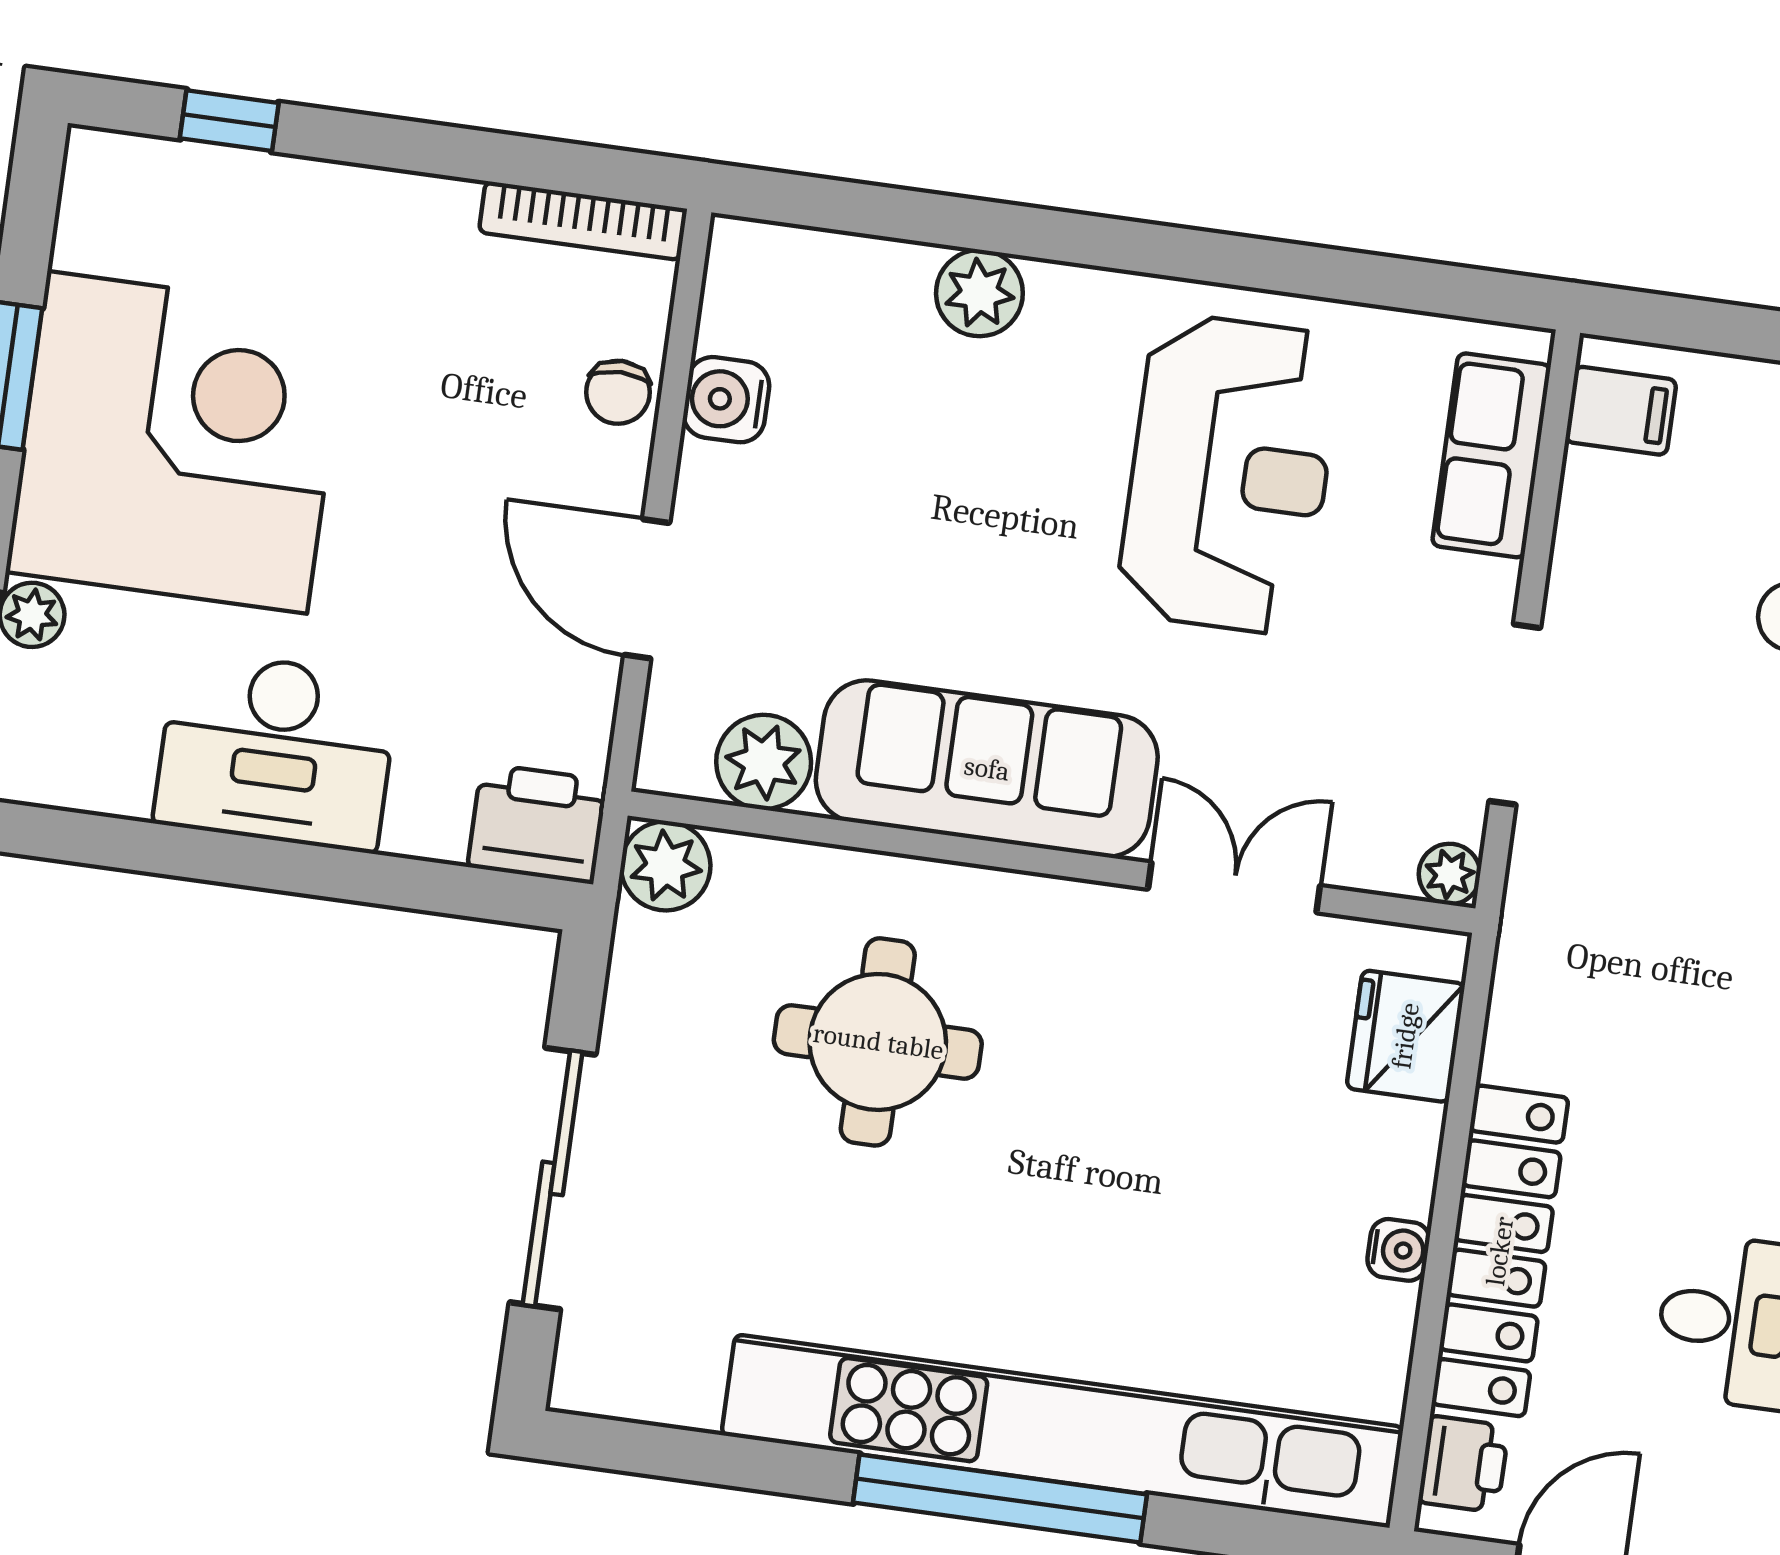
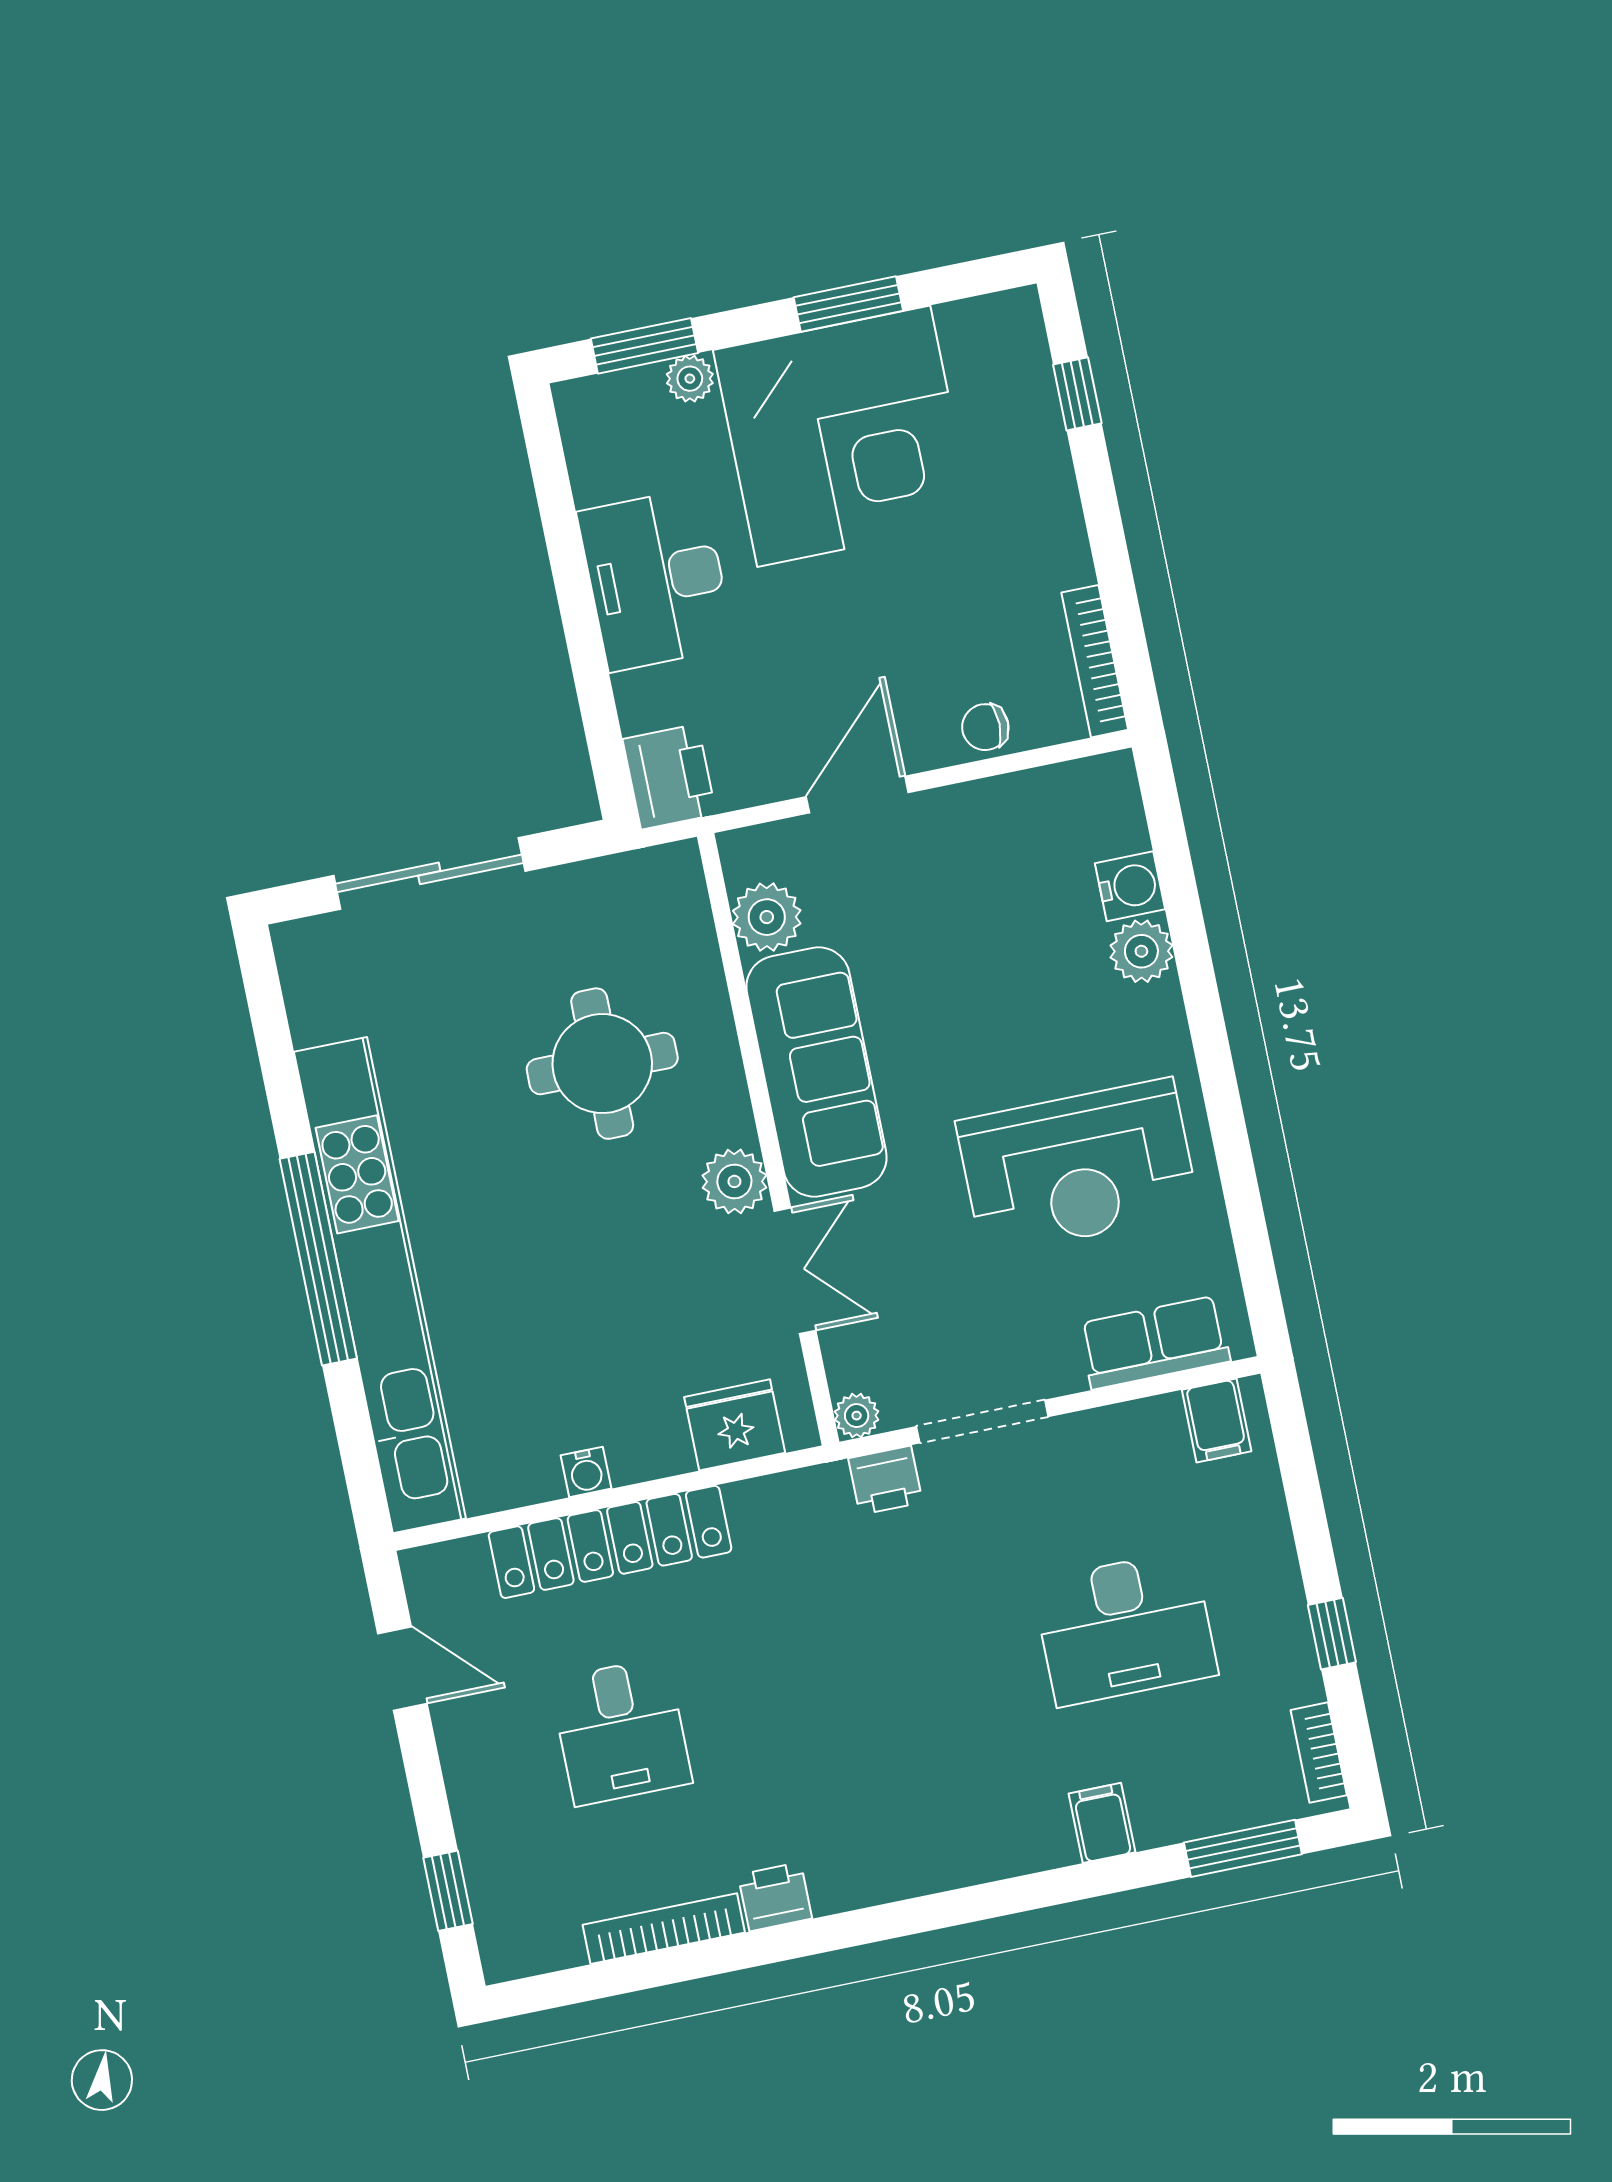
water cooler: (726, 400) -> (1130, 886), moved, turned 90
plant: (666, 866) -> (734, 1181), moved
printer: (1463, 1464) -> (885, 1480), moved

